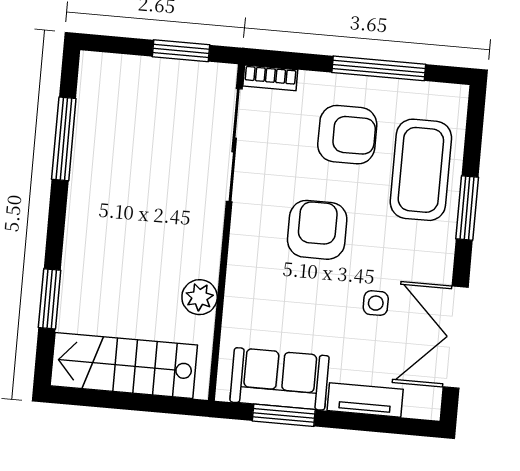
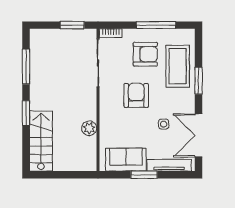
window: (50, 299) -> (26, 113), moved
stairs: (124, 365) -> (41, 141), moved, turned 90
tv unit: (365, 400) -> (169, 165), width x1.41
window: (284, 415) -> (144, 175), moved

